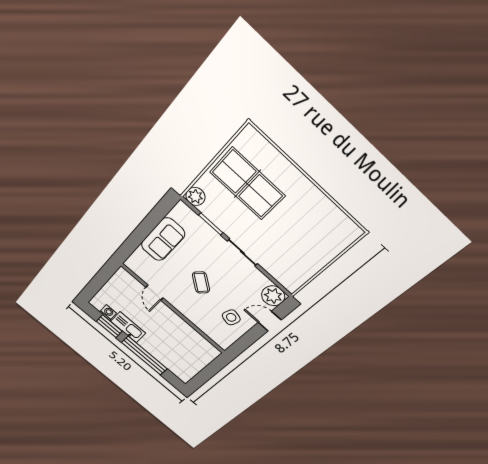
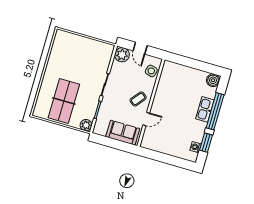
door: (154, 293) -> (146, 119), moved
wall: (173, 309) -> (151, 103), moved
kitchen sink: (128, 327) -> (205, 109), moved
boiler: (184, 374) -> (213, 80), added

